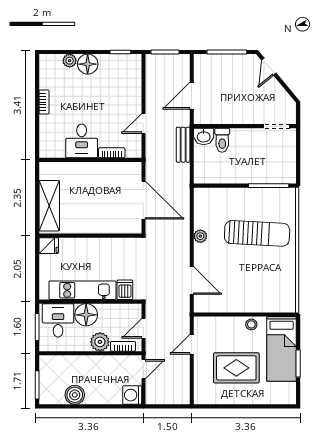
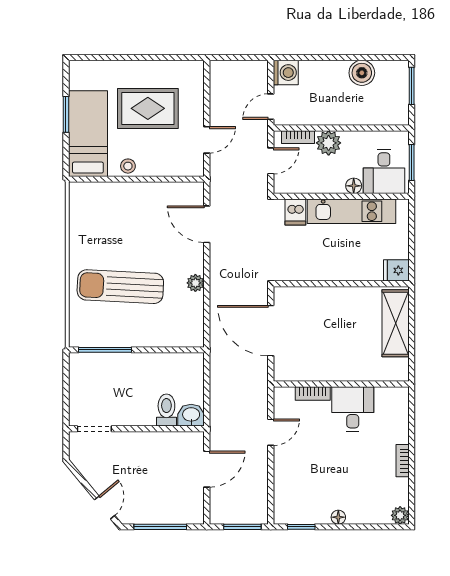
plant: (70, 61) -> (400, 515), moved
floor lamp: (88, 64) -> (338, 517), width x0.53, depth x0.53
bench: (183, 145) -> (218, 404), removed
floor lamp: (86, 315) -> (354, 186), width x0.53, depth x0.53

